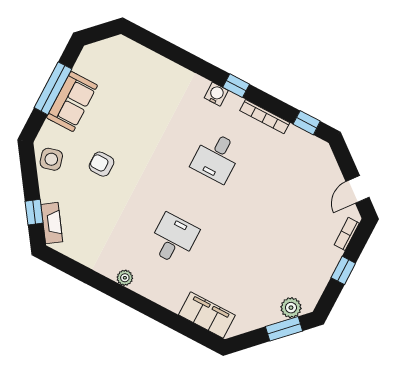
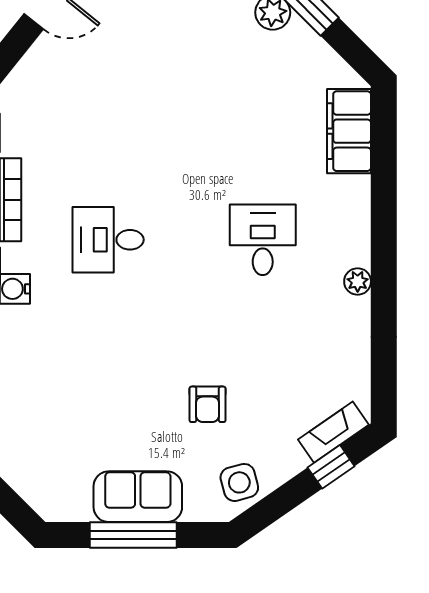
desk: (216, 157) -> (108, 240), turned 180
desk: (173, 239) -> (263, 240), turned 90

